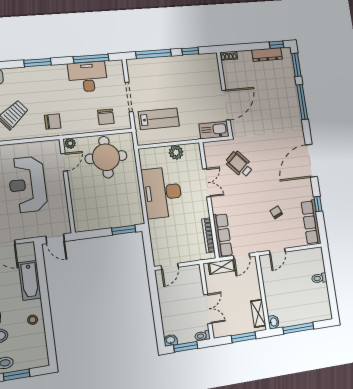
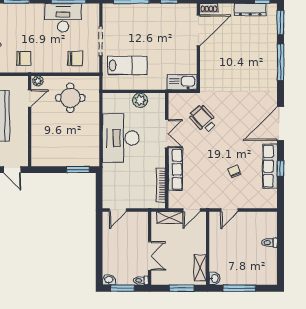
door: (226, 105) -> (198, 30), moved
chair: (106, 117) -> (75, 59), turned -90
round table: (106, 157) -> (70, 98), width x0.73, depth x0.73
row of seats: (311, 222) -> (270, 166), moved
row of seats: (223, 235) -> (175, 169), moved

